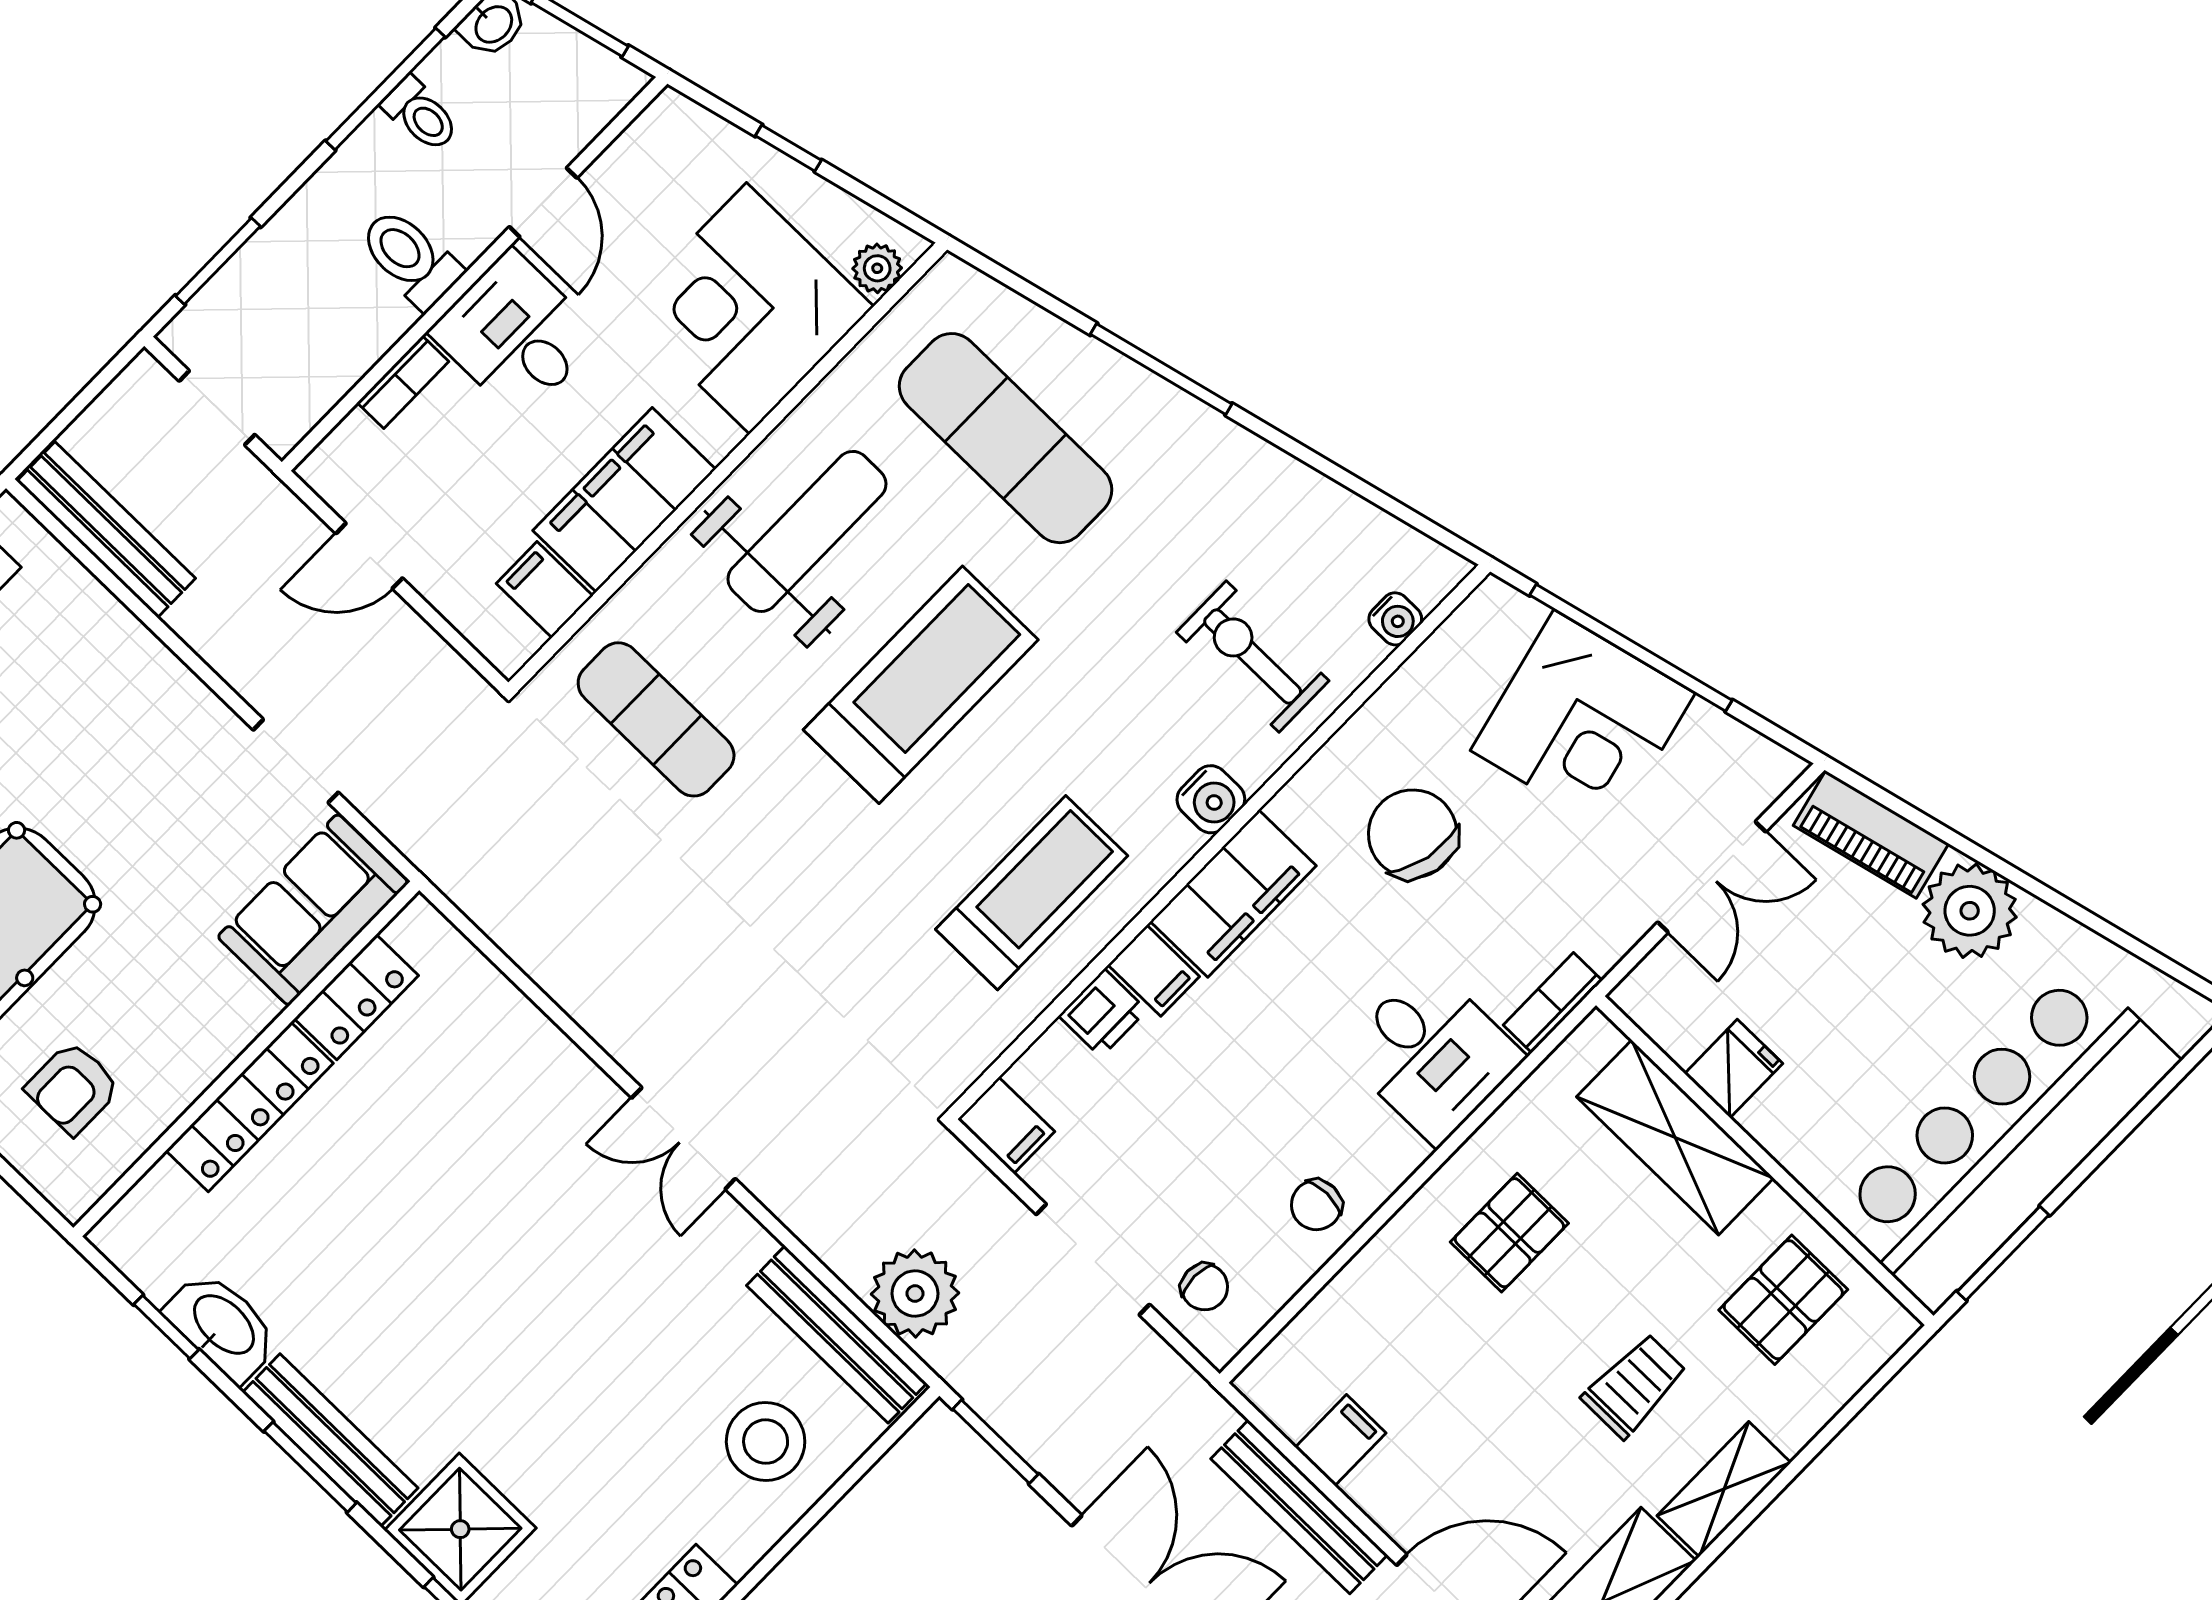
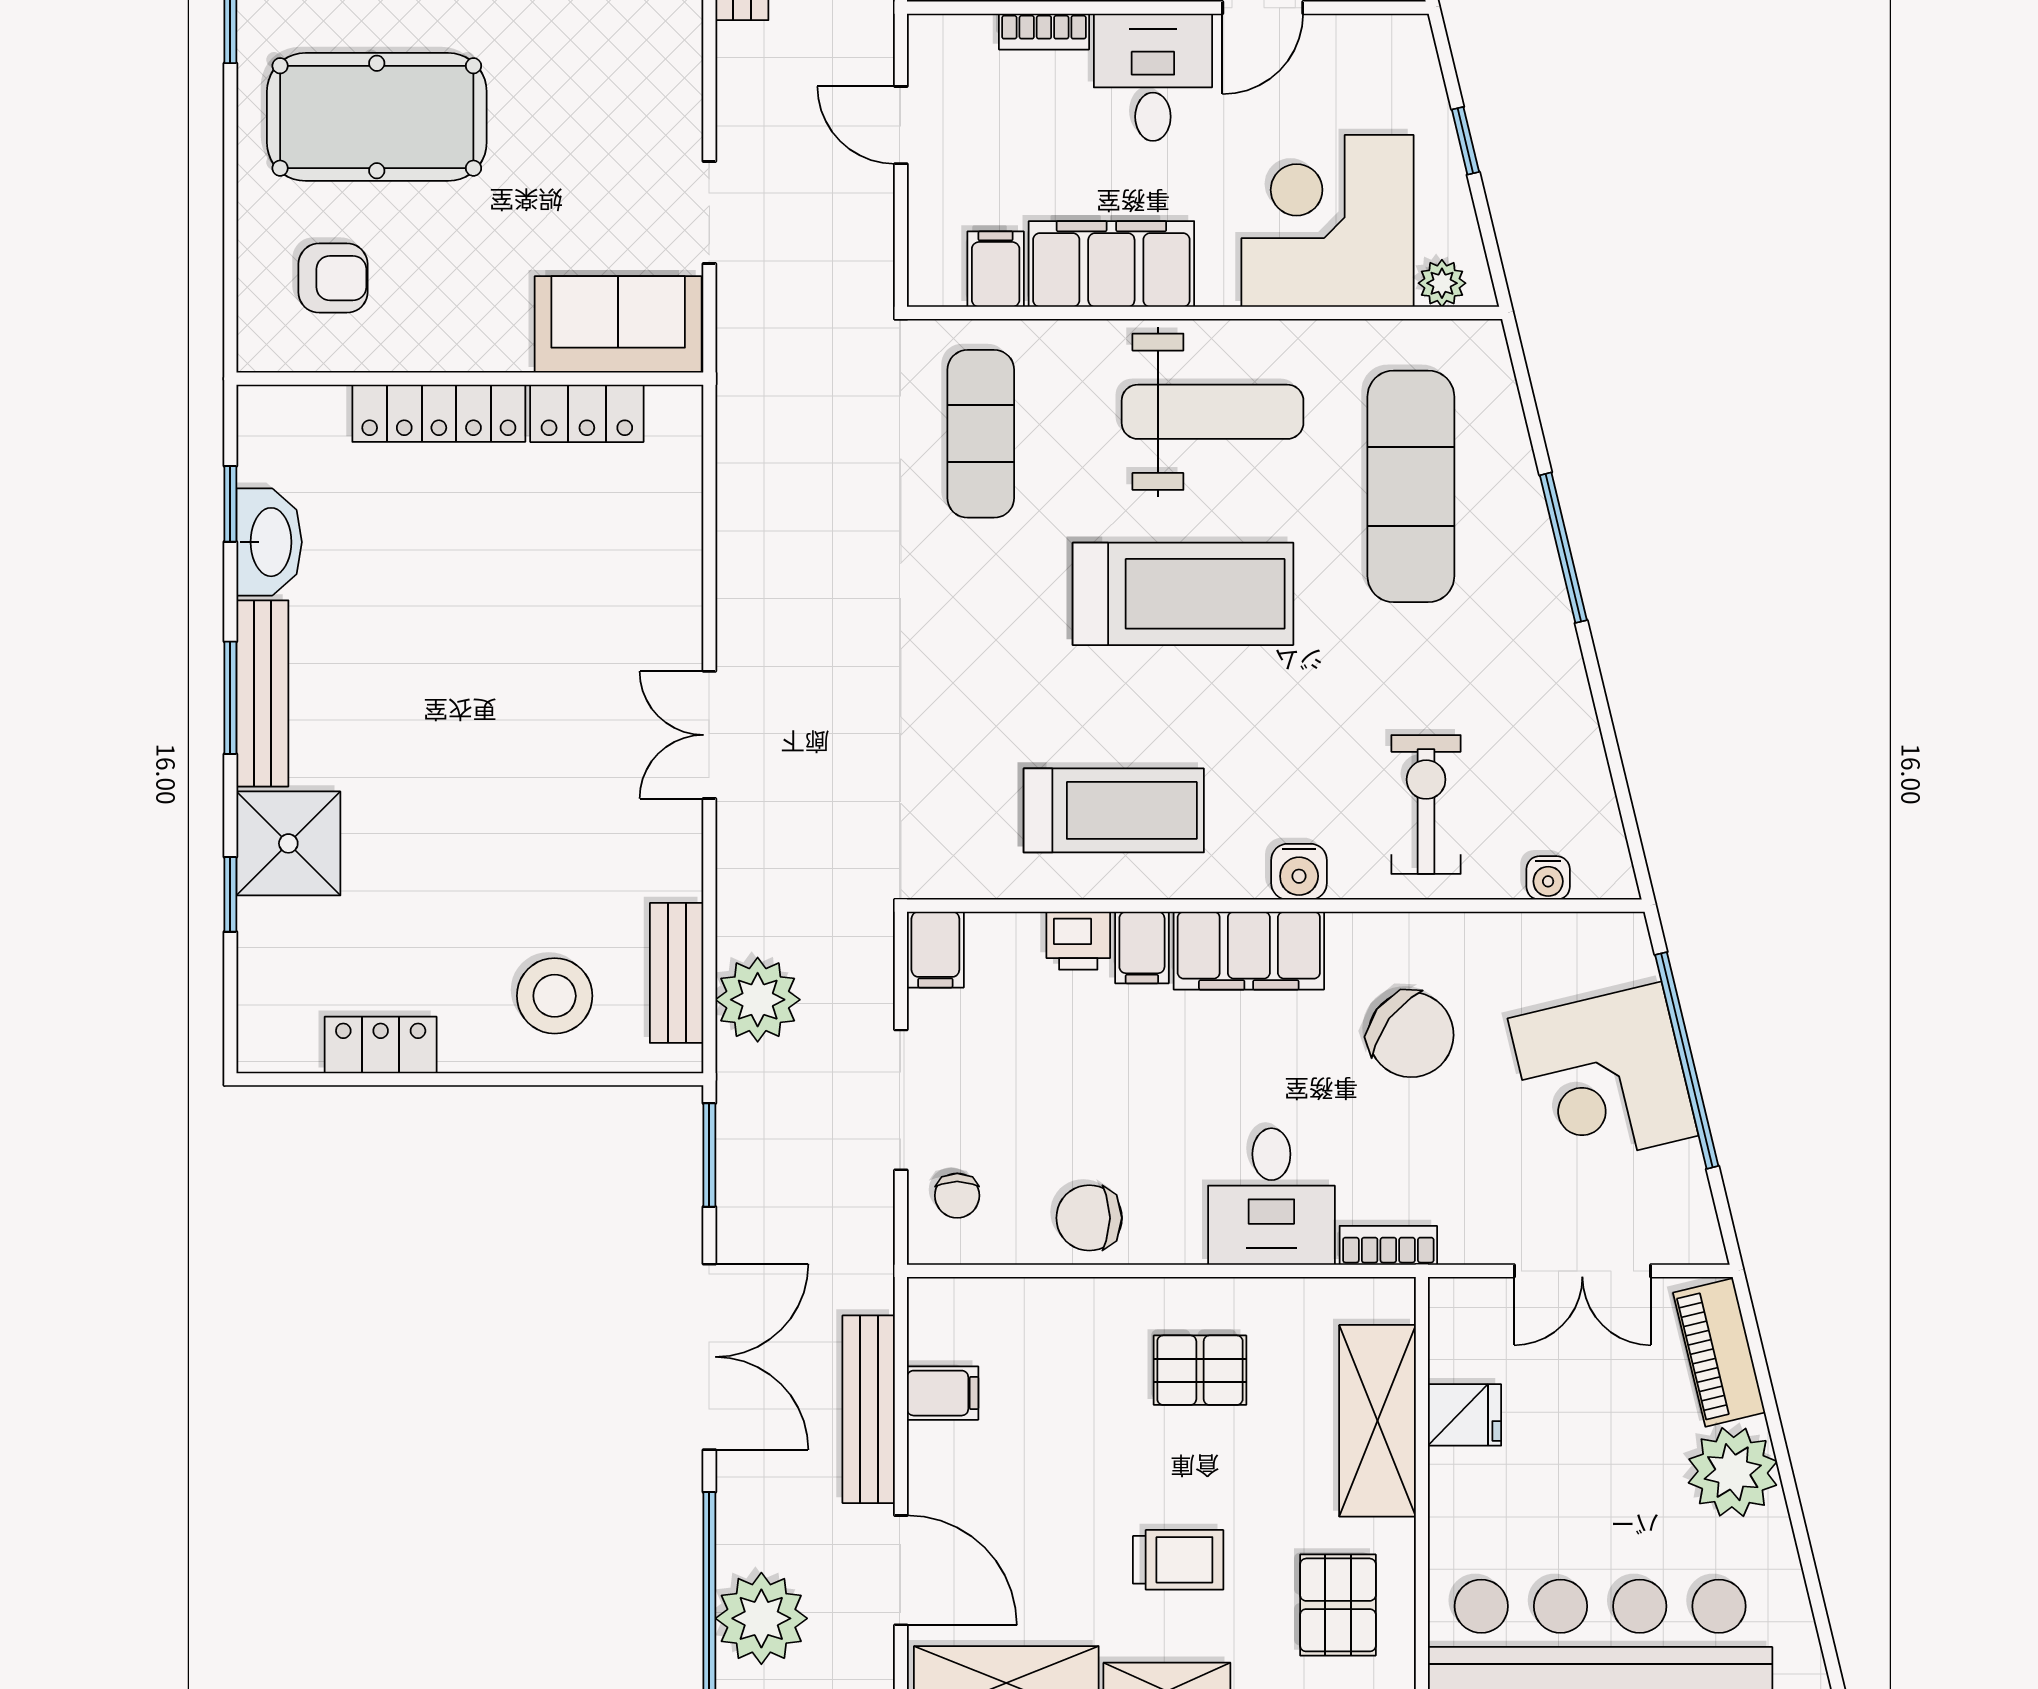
chair: (1413, 834) -> (1411, 1035), turned 115
armchair: (73, 1088) -> (333, 278), turned 180
chair: (1316, 1205) -> (1089, 1218), width x1.37, depth x1.37
pallet: (1783, 1300) -> (1338, 1605), turned 90
bench: (837, 1334) -> (677, 973), width x0.73

